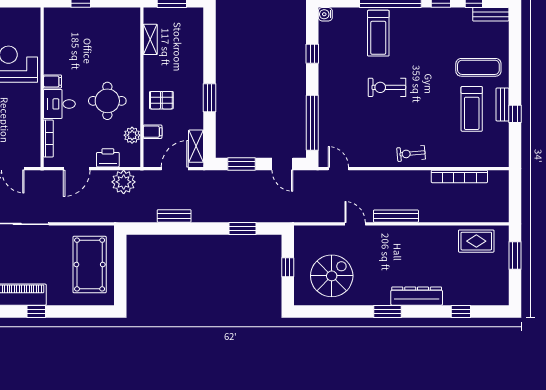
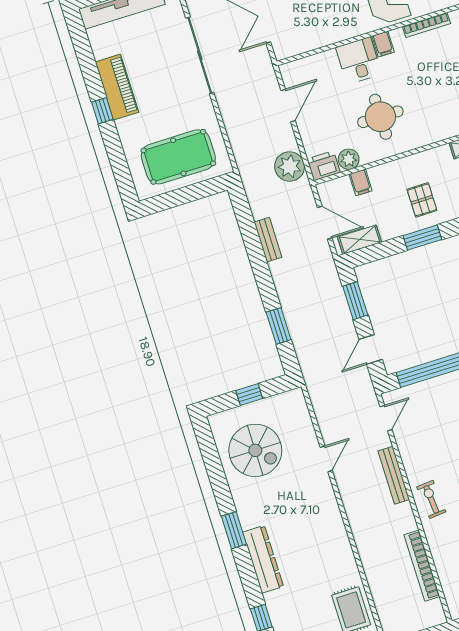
pallet: (161, 100) -> (422, 200), moved
bookcase: (48, 139) -> (426, 25), moved
printer: (108, 158) -> (324, 166), moved, turned -90
door: (77, 169) -> (288, 106), swing flipped
bench: (396, 216) -> (394, 475), moved

